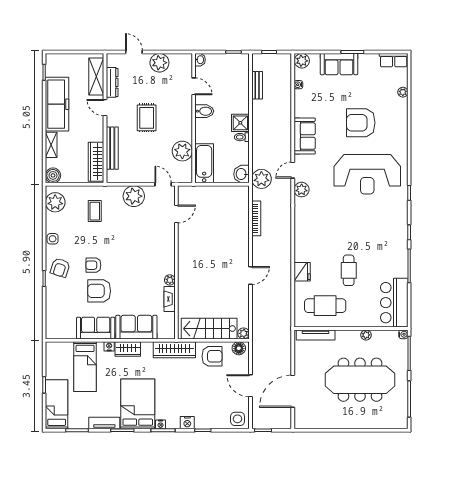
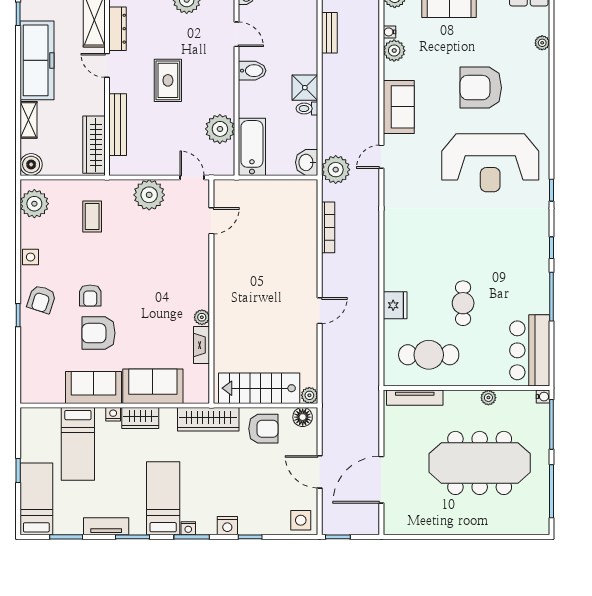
plant: (302, 190) -> (394, 51), moved
armchair: (93, 265) -> (90, 296), turned -90
bed: (138, 404) -> (163, 498), width x0.67

